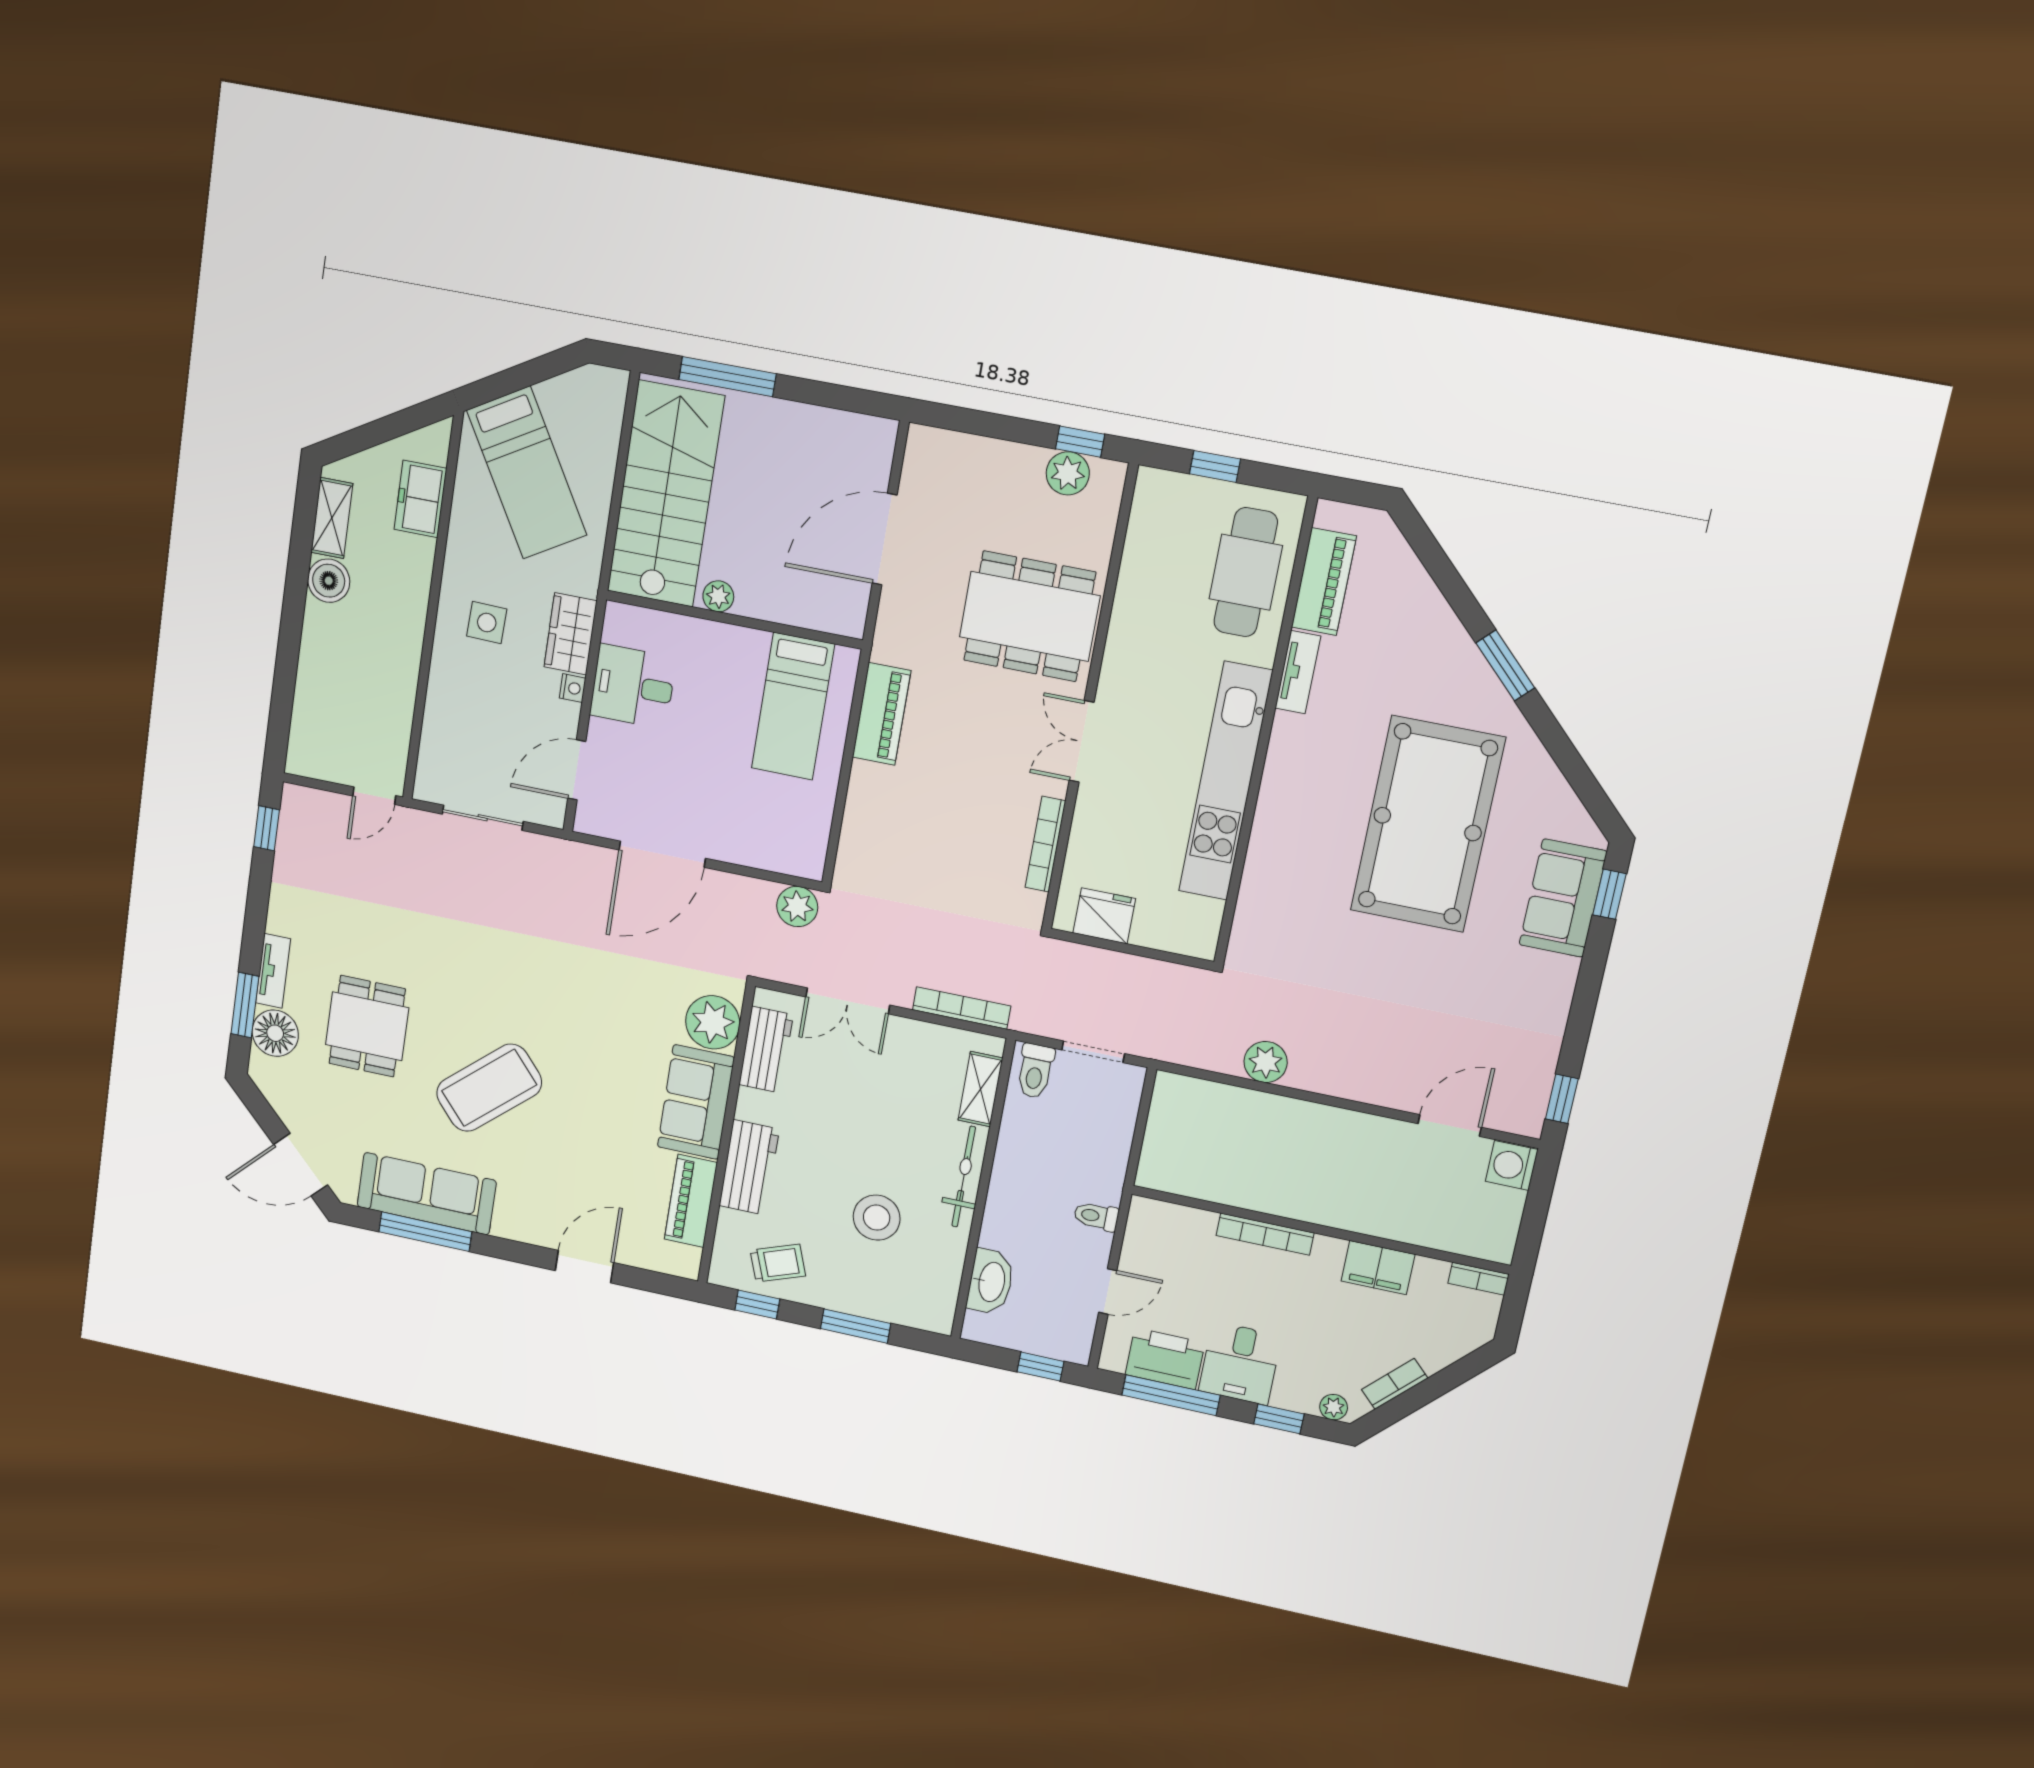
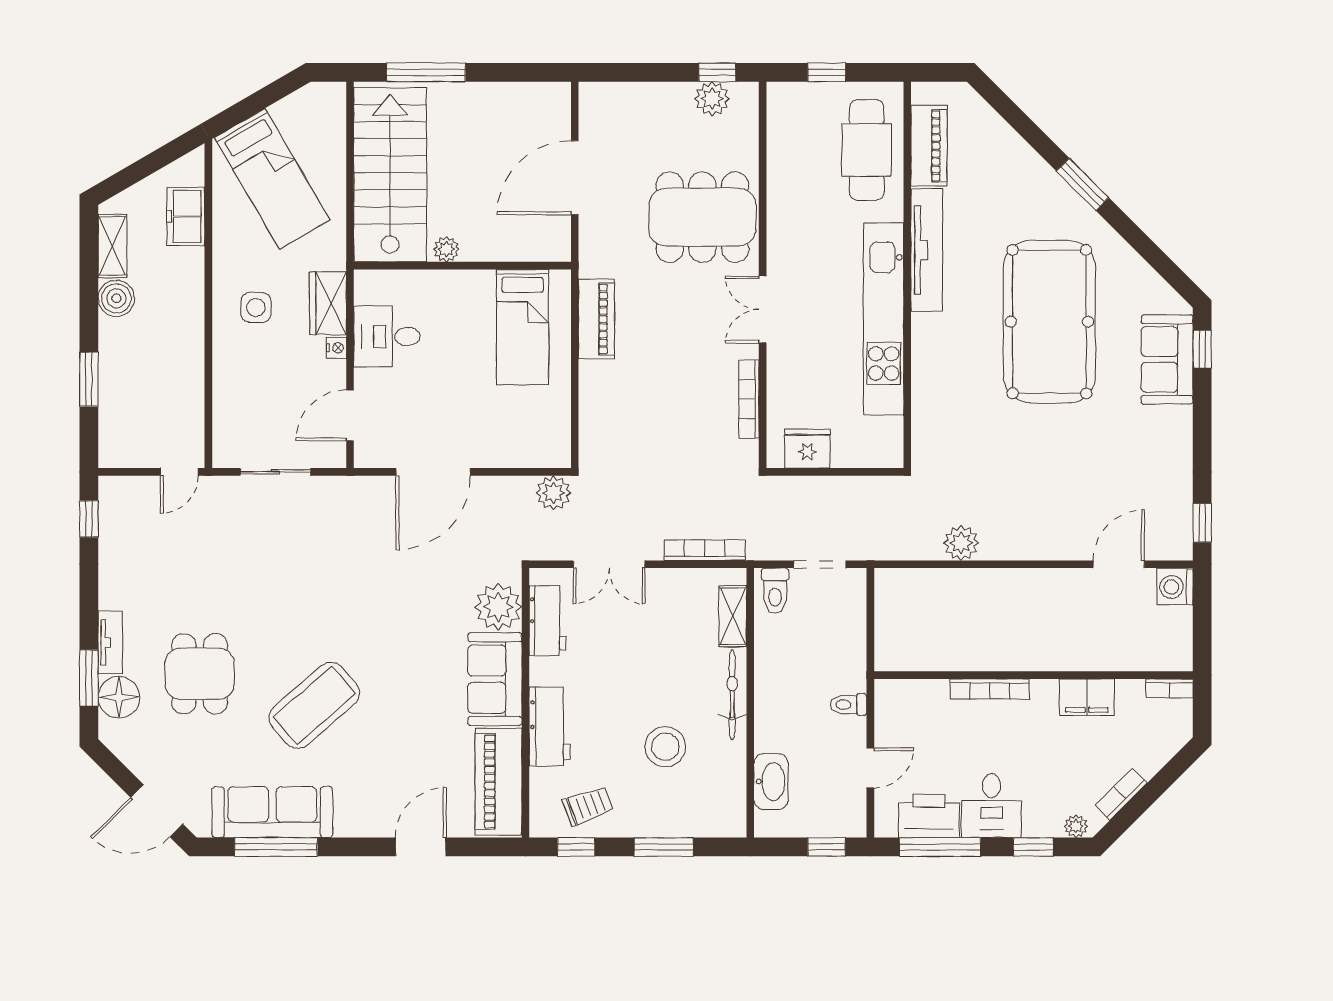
window: (286, 669) -> (89, 379), added
tv unit: (1298, 672) -> (927, 250), width x1.92, depth x1.29
piano: (691, 1201) -> (499, 782), width x1.37, depth x1.33

